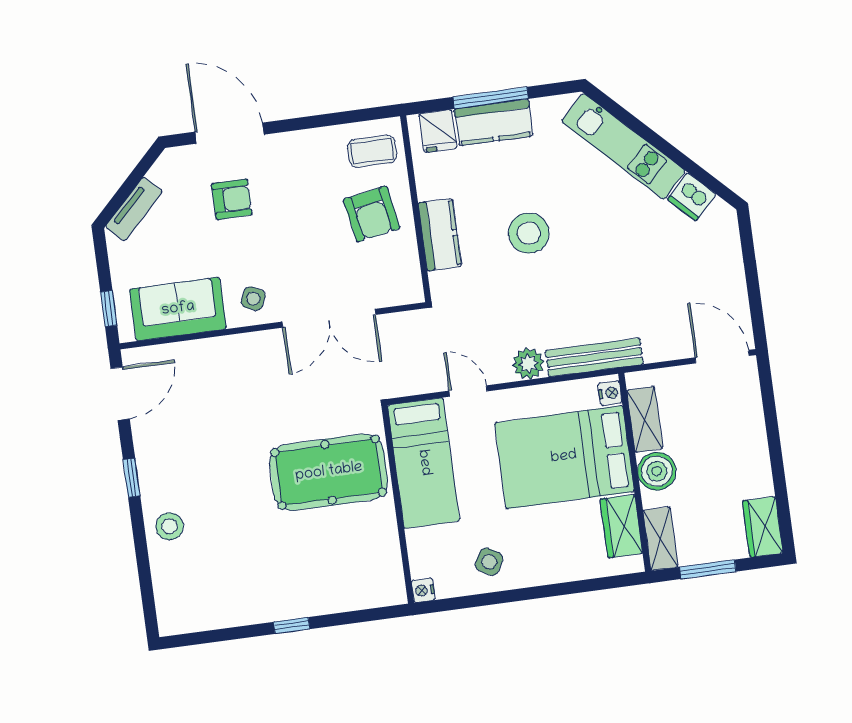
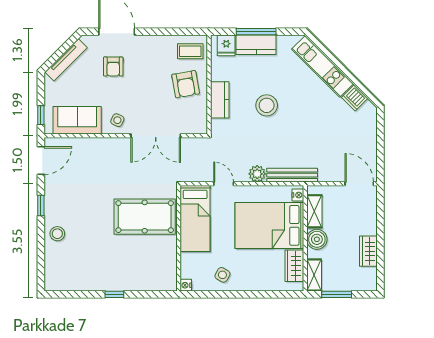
armchair: (232, 199) -> (113, 67), turned 90
tv unit: (134, 209) -> (66, 60), width x1.41
wardrobe: (763, 527) -> (368, 251), moved

